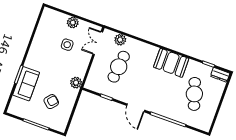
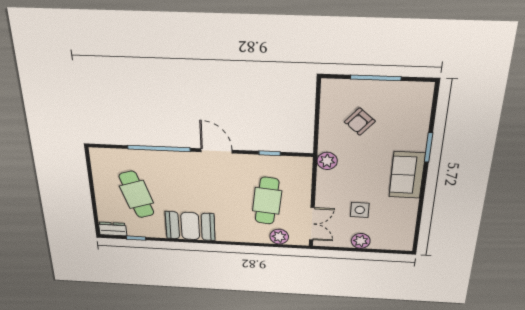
sofa: (26, 84) -> (407, 175), moved

